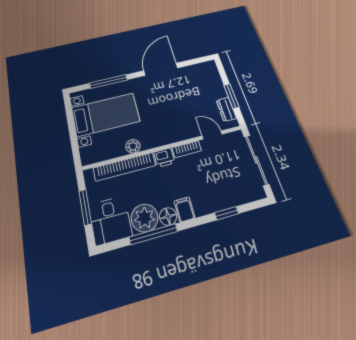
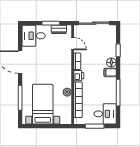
desk: (204, 78) -> (34, 36), added
door: (212, 135) -> (73, 44), swing flipped
floor lamp: (168, 216) -> (111, 63), moved
plant: (145, 218) -> (109, 95), removed

